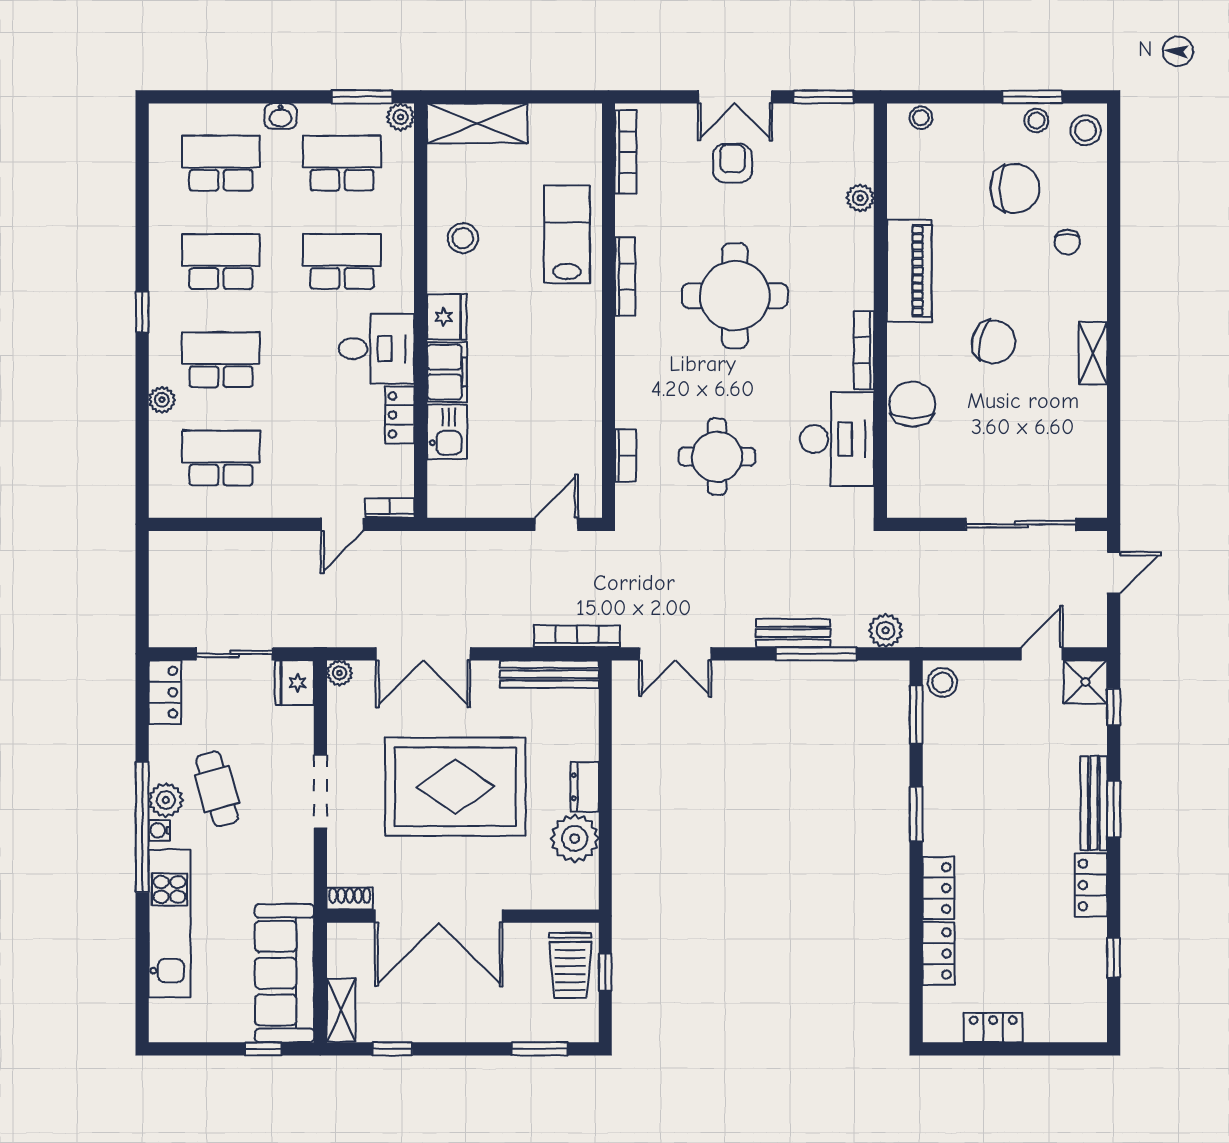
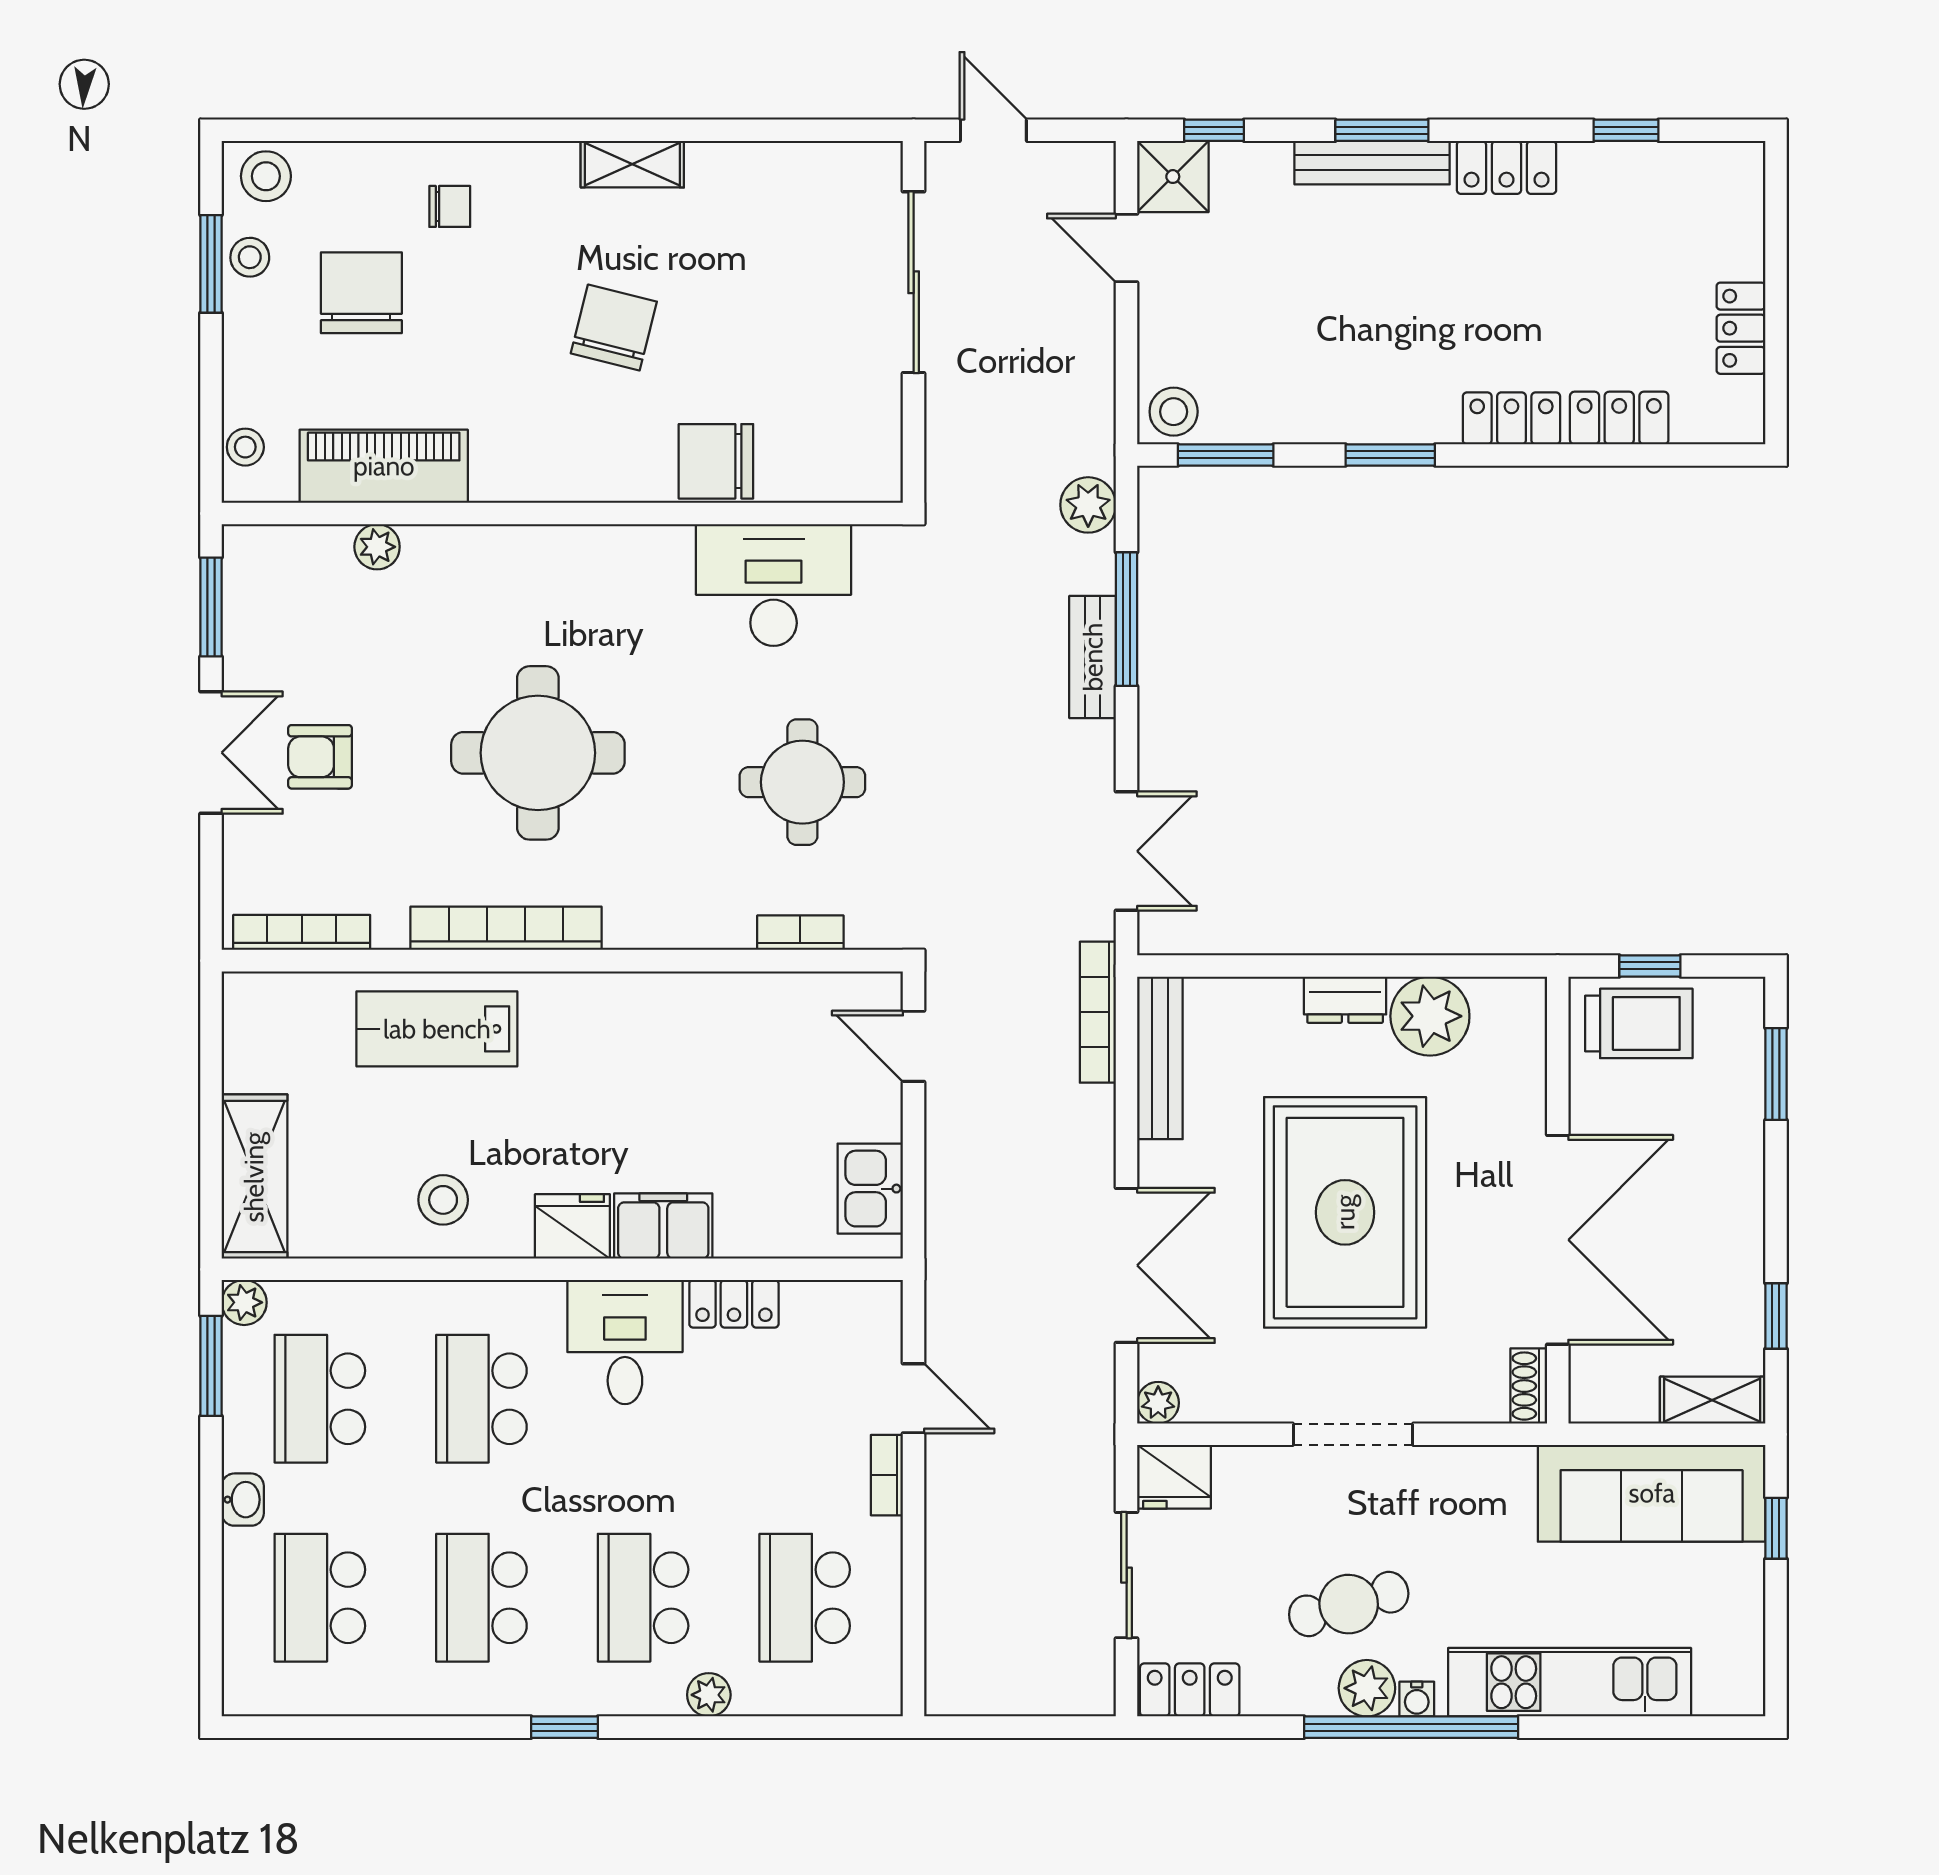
piano: (909, 271) -> (384, 466), moved
bookcase: (625, 276) -> (506, 928), width x1.48, depth x1.31
bookcase: (864, 350) -> (627, 541), removed
kitchen sink: (447, 432) -> (870, 1189), moved, turned -90
bookcase: (390, 508) -> (887, 1475), moved

